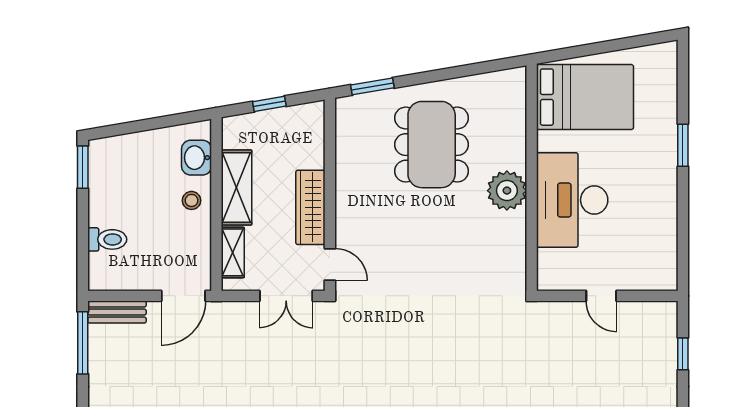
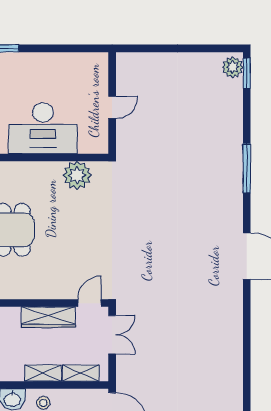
shelving: (237, 187) -> (43, 373), width x0.67, depth x0.75
plant: (507, 191) -> (77, 175), moved
window: (683, 354) -> (154, 48), removed

